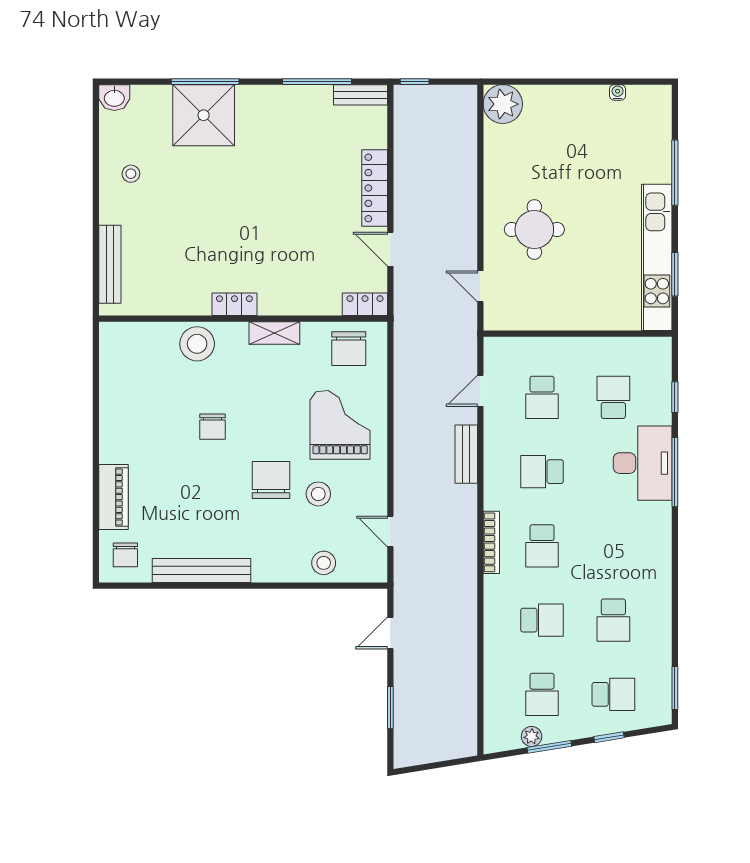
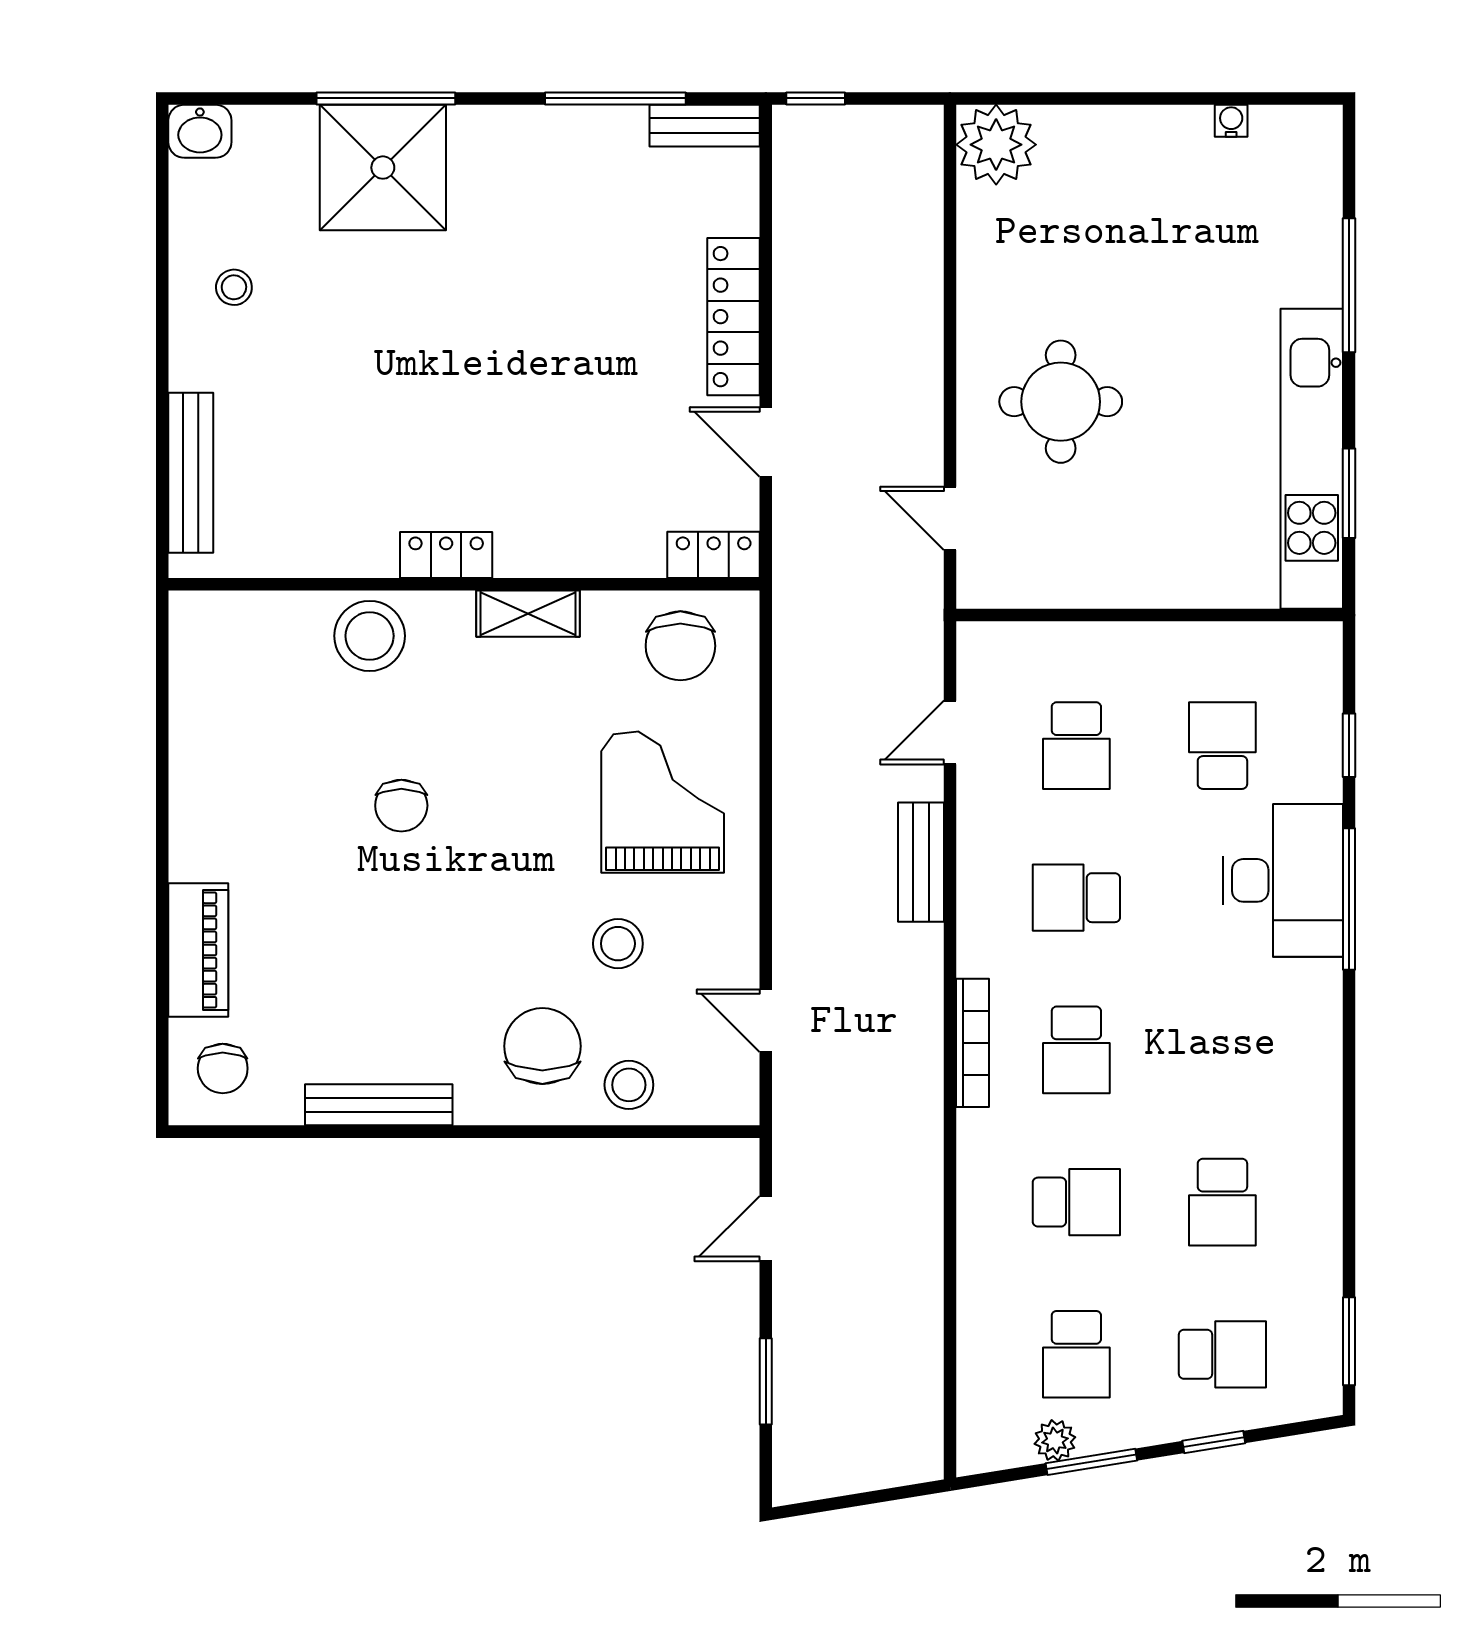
chair: (271, 480) -> (542, 1046), moved
bench: (202, 570) -> (379, 1105), width x0.73, depth x0.82

